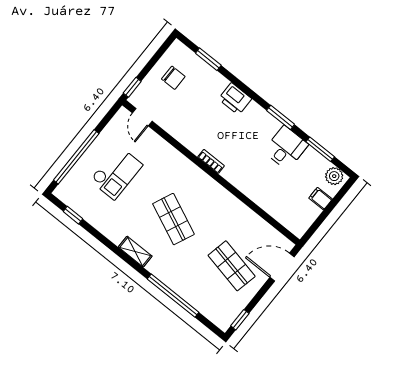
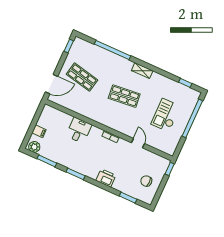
door: (142, 117) -> (138, 143), moved
desk: (286, 148) -> (79, 130), moved, turned 180
shop shelf: (173, 219) -> (124, 96), turned -30

